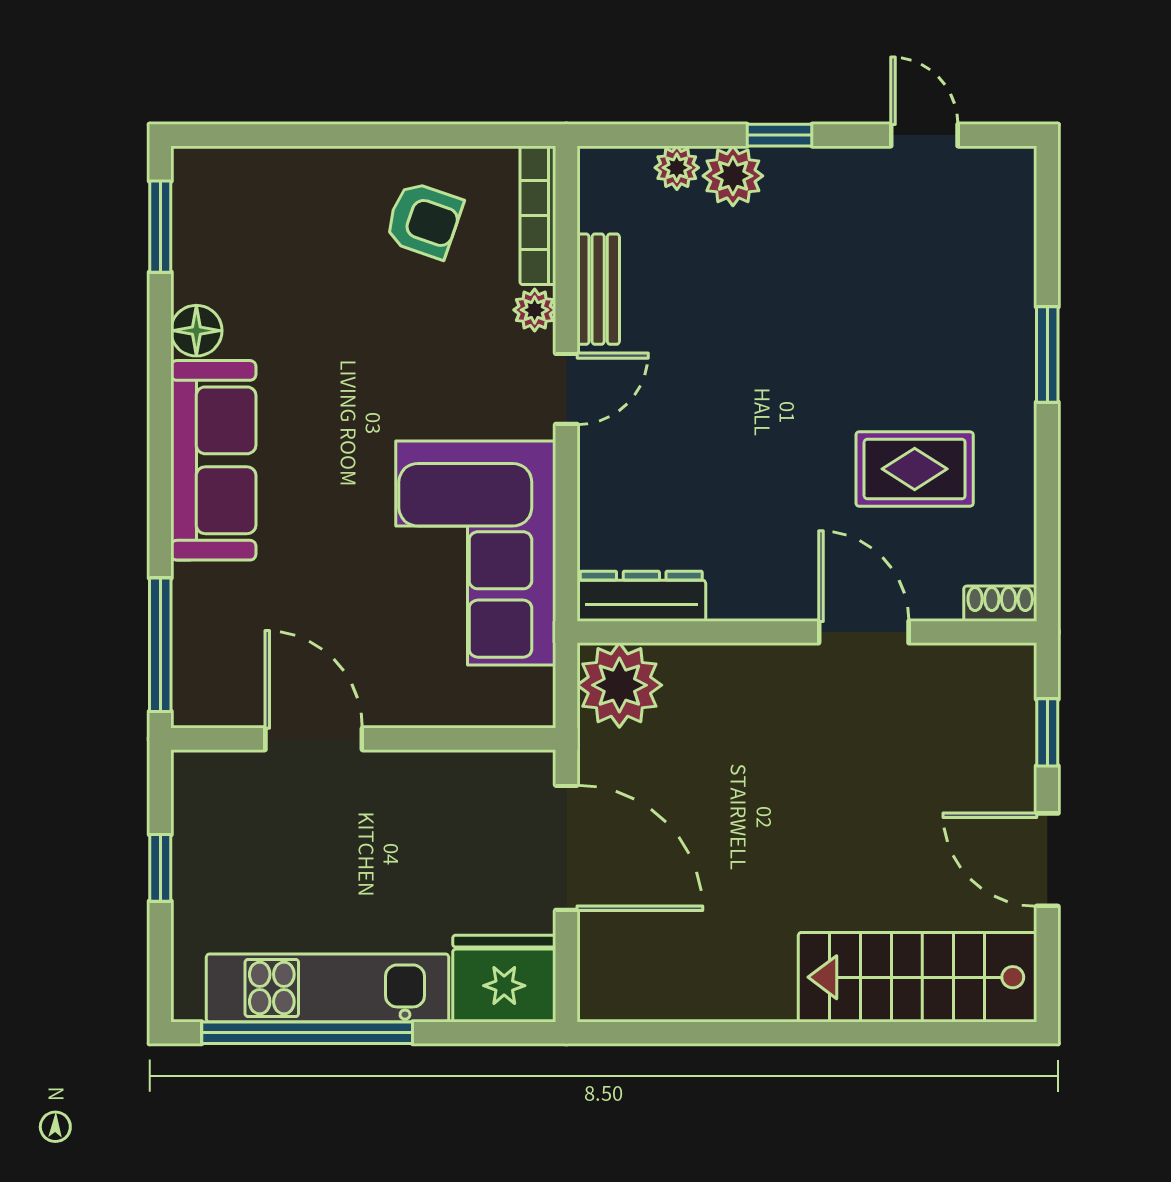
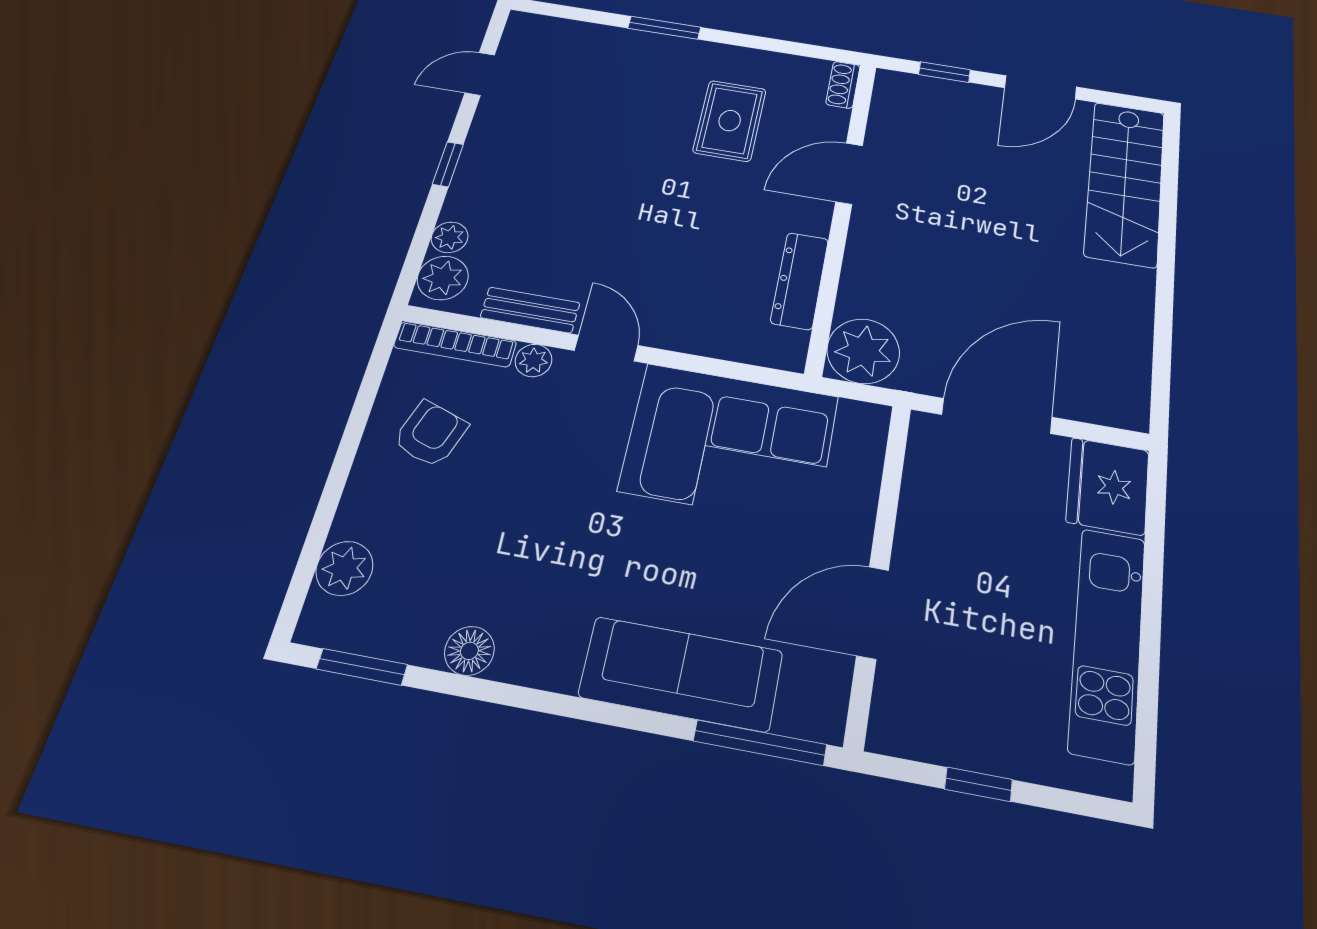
plant: (257, 176) -> (344, 568), added
plant: (733, 176) -> (443, 278), moved
sofa: (213, 460) -> (681, 674), moved
dresser: (641, 596) -> (800, 281), moved
window: (307, 1033) -> (1149, 670), removed

